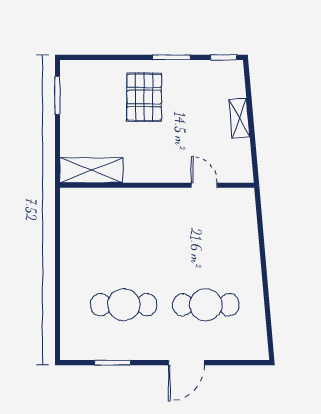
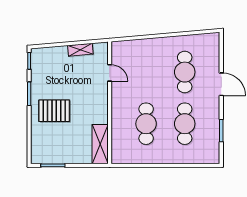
shelving: (239, 118) -> (80, 50), moved
door: (204, 185) -> (110, 73), swing flipped
cafe table: (124, 243) -> (146, 124), added

